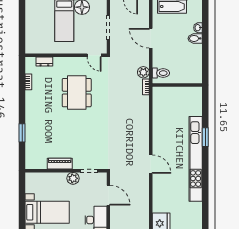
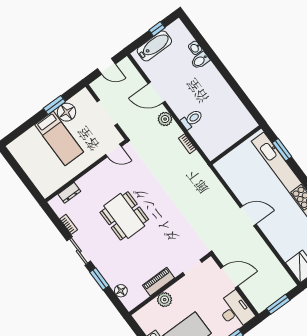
plant: (143, 72) -> (165, 119), moved
wall: (177, 85) -> (236, 145), moved
dining table: (77, 93) -> (124, 216), moved
sliding door: (22, 104) -> (79, 251), added
floor lamp: (30, 151) -> (121, 291), added
plant: (73, 178) -> (165, 300), moved

